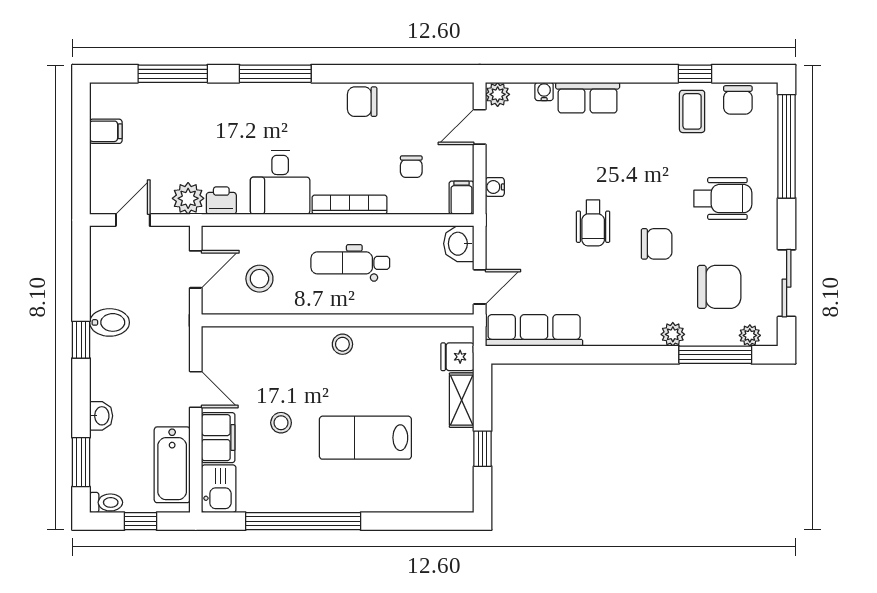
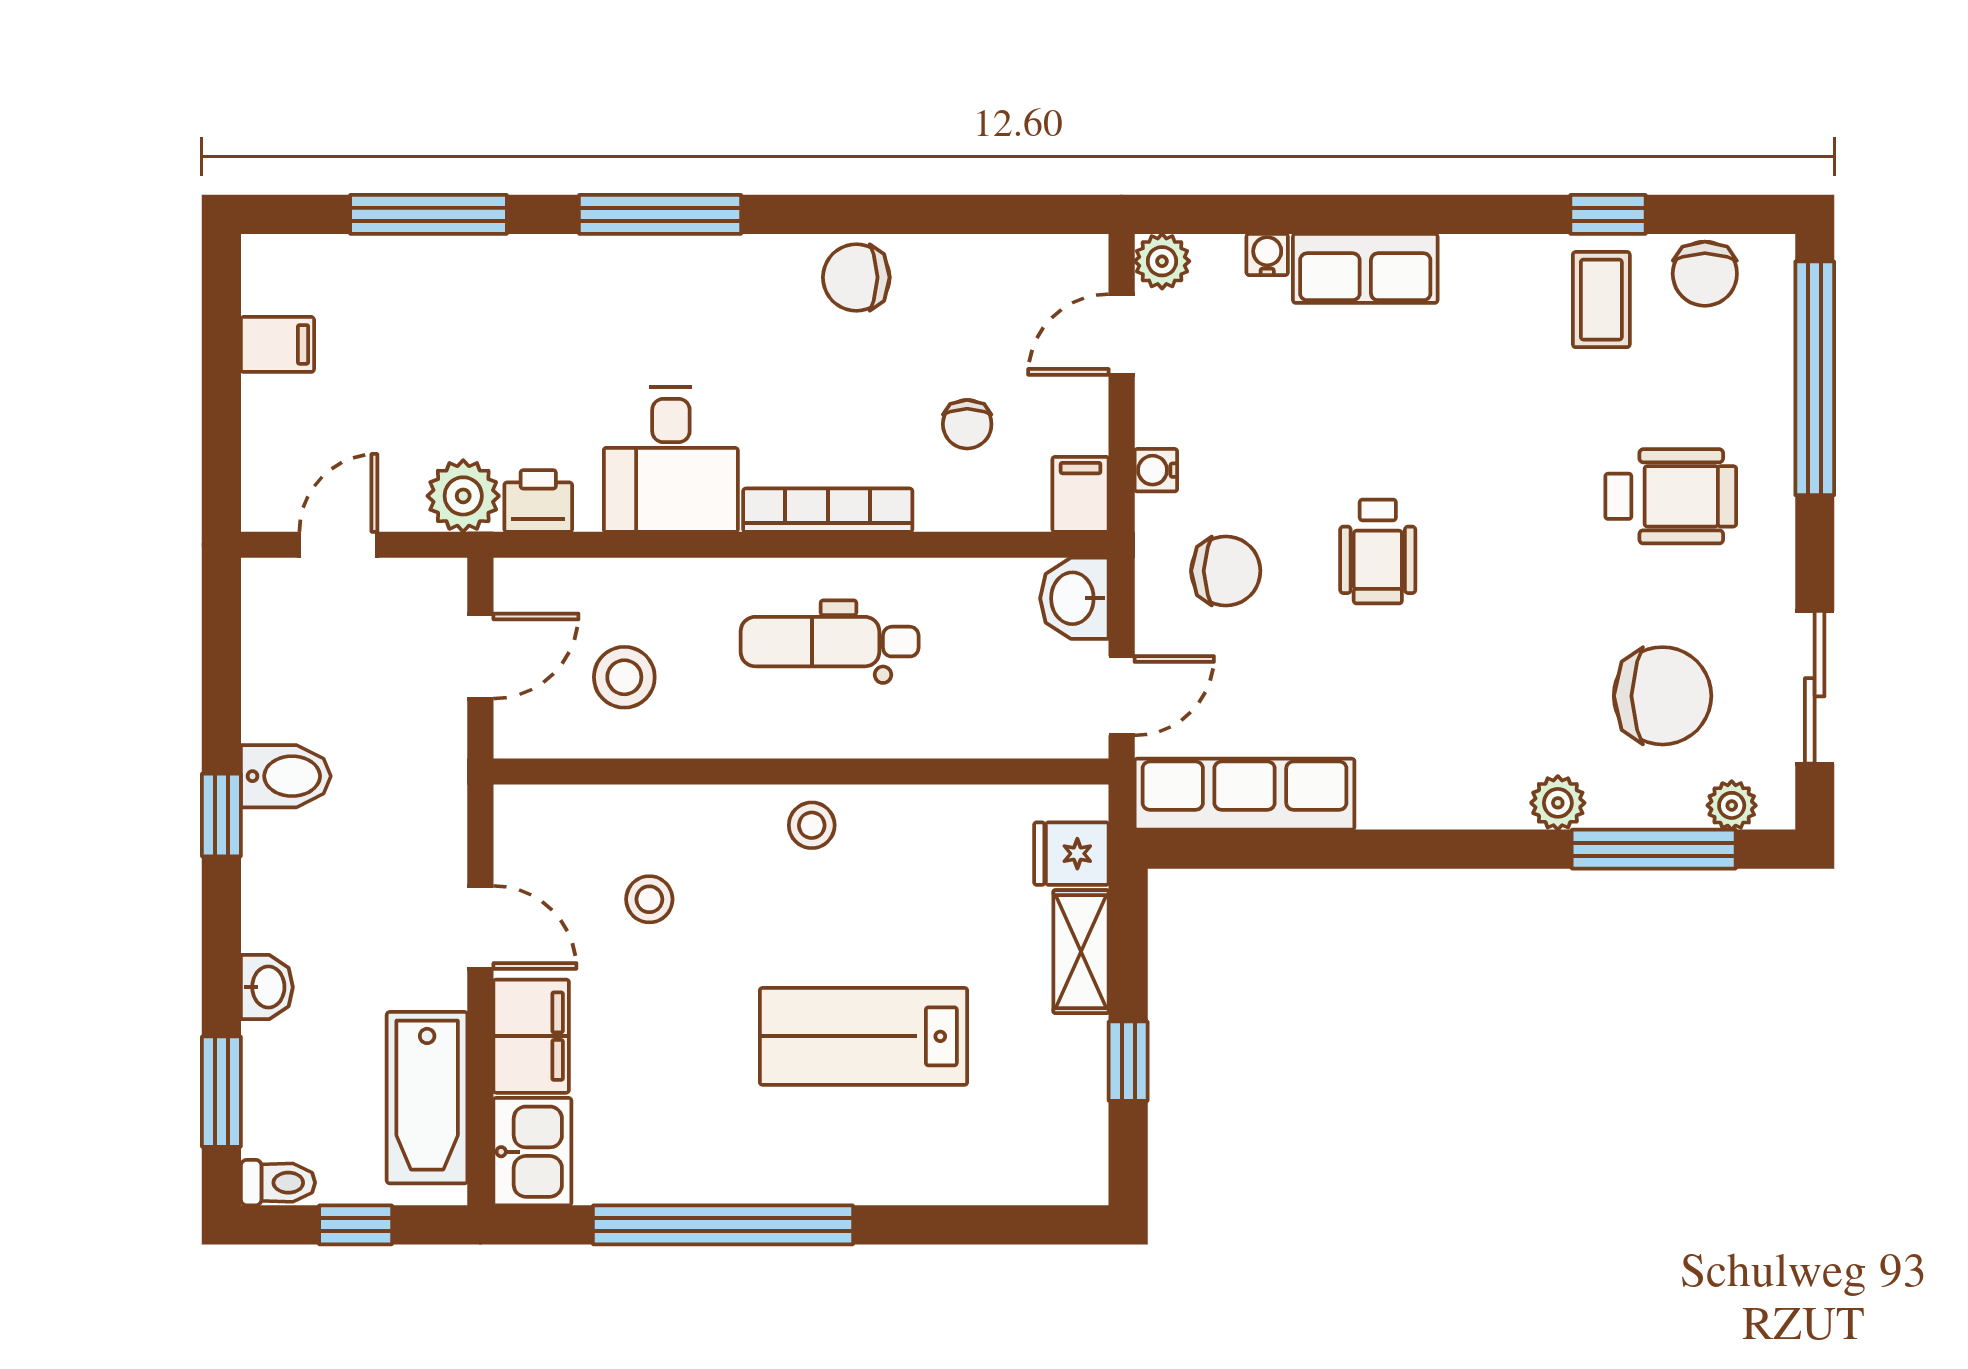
chair: (657, 244) -> (1226, 571), moved
stool: (281, 423) -> (649, 899), moved

